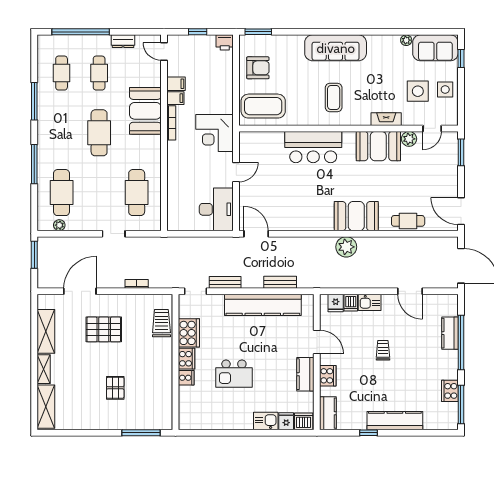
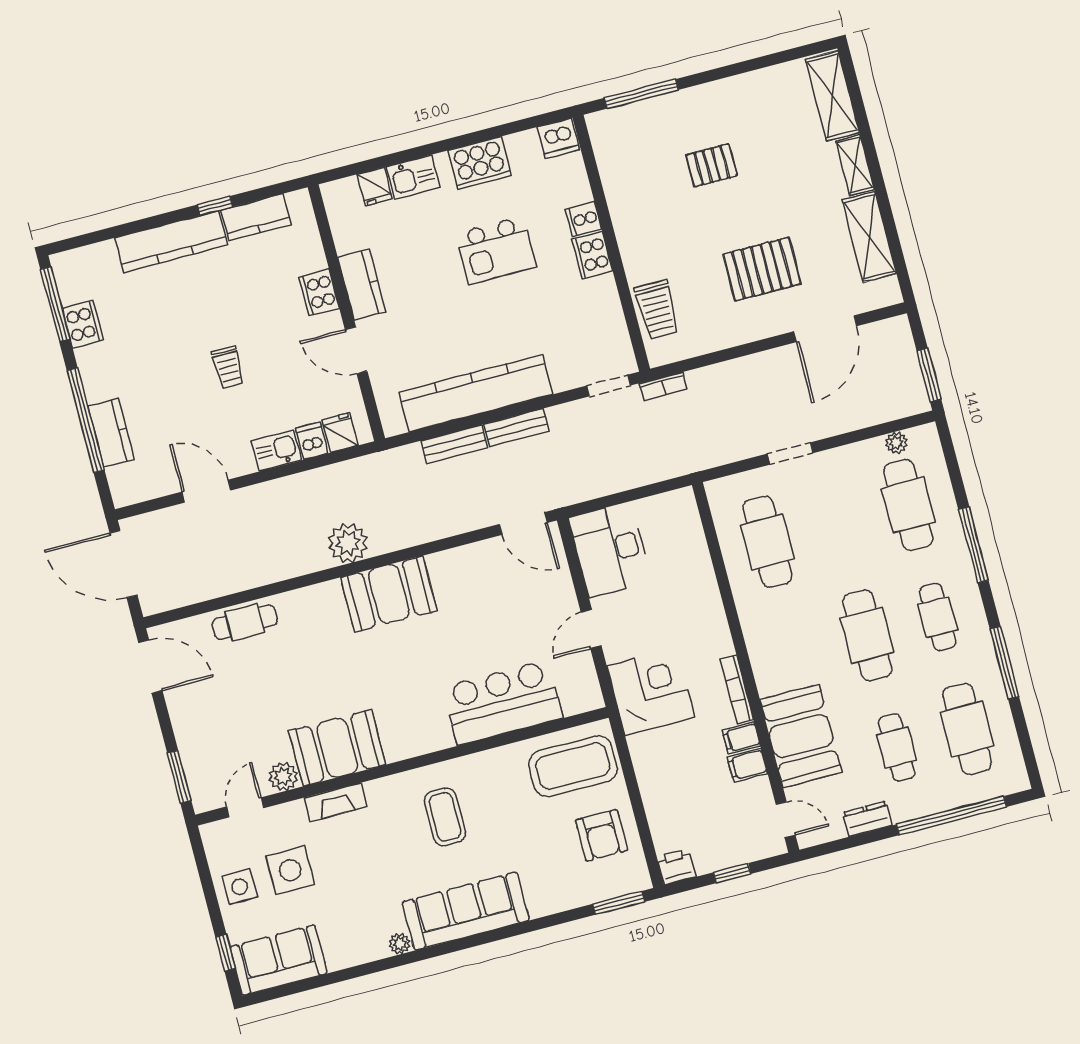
plant: (406, 40) -> (400, 944), moved
armchair: (258, 68) -> (602, 835), turned -90
cafe table: (62, 73) -> (967, 729), width x1.37, depth x1.35
booth: (145, 111) -> (801, 736), moved
cafe table: (62, 133) -> (938, 617), added
bar counter: (313, 147) -> (503, 702), moved
booth: (356, 216) -> (389, 594), moved
bench: (225, 282) -> (516, 428), moved
bookcase: (137, 284) -> (663, 386), moved
cooker: (189, 333) -> (480, 163), moved, turned -90
kitchen island: (234, 374) -> (496, 250), turned 180
pallet: (115, 388) -> (712, 165), turned 90
kitchen counter: (328, 413) -> (256, 217), moved, turned -90
dishwasher: (304, 421) -> (558, 138), moved

